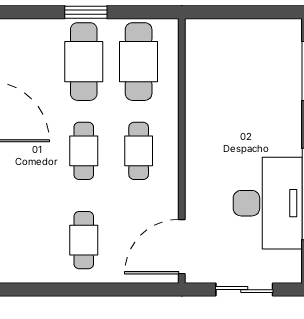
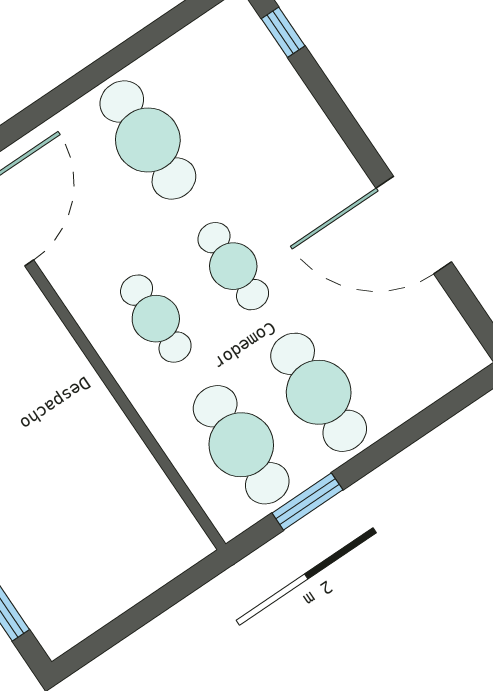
window: (86, 12) -> (307, 501), moved
cafe table: (84, 240) -> (148, 140), width x1.37, depth x1.35

